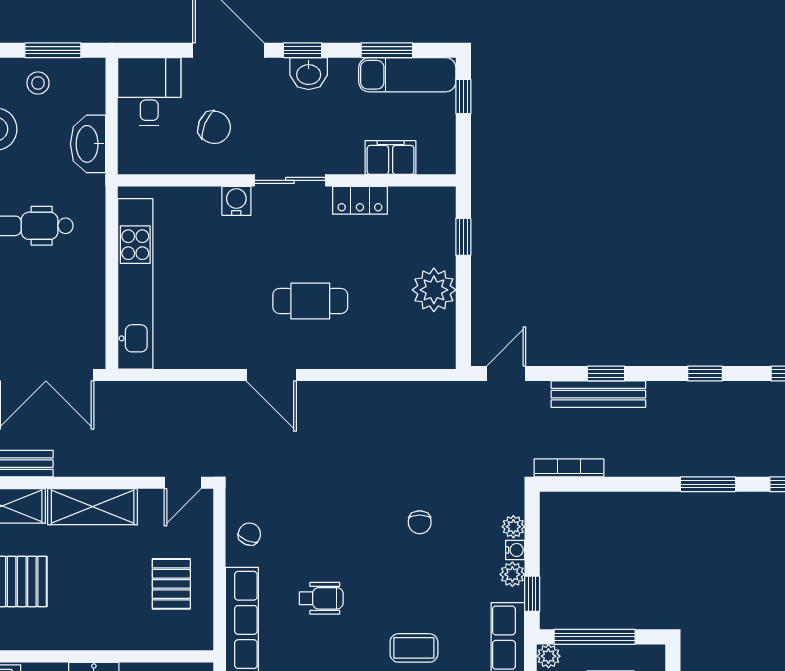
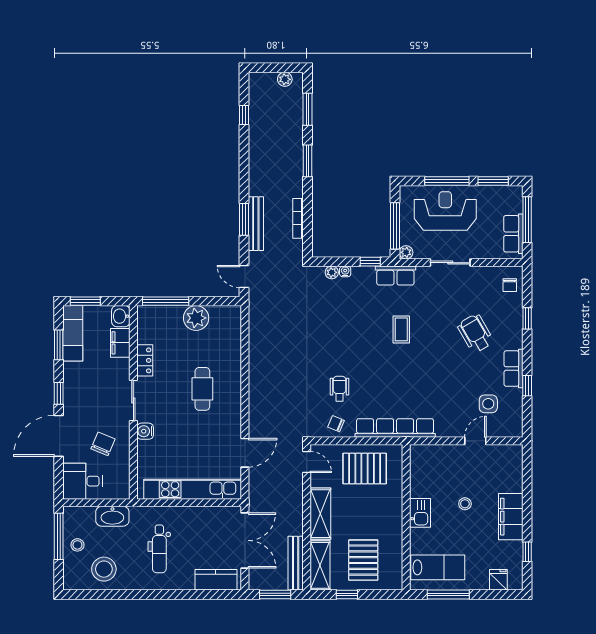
window: (53, 50) -> (59, 536), width x1.44
washbasin: (309, 74) -> (121, 316), moved, turned 180
window: (463, 96) -> (85, 301), width x1.50
window: (463, 237) -> (166, 301), width x2.17
window: (606, 373) -> (244, 219), width x1.50
window: (705, 373) -> (244, 163), removed
door: (271, 375) -> (245, 453), moved
bookcase: (569, 468) -> (298, 218), moved
chair: (420, 522) -> (329, 326), removed
plant: (512, 574) -> (359, 273), removed
pallet: (171, 584) -> (365, 469), width x1.50, depth x1.42
wheelchair: (321, 598) -> (340, 389), moved

